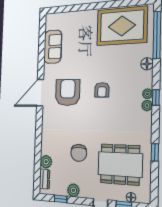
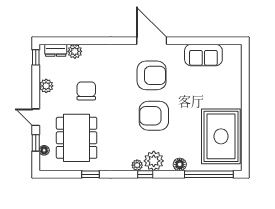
armchair: (102, 90) -> (154, 116), width x1.88, depth x1.88
plant: (148, 94) -> (154, 161), width x1.88, depth x1.88
chair: (79, 153) -> (86, 91), turned 90
window: (61, 199) -> (36, 57), moved

